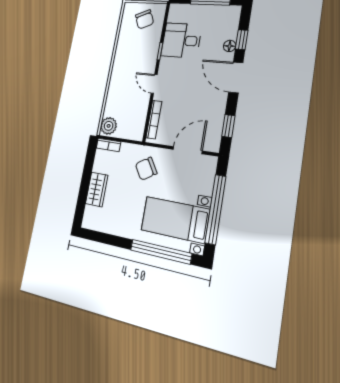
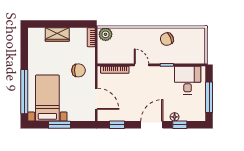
chair: (145, 19) -> (167, 39), moved
desk: (181, 40) -> (188, 80), moved
door: (154, 84) -> (142, 65), hinge flipped
chair: (146, 169) -> (79, 70), turned 122
window: (216, 209) -> (60, 125), width x0.47

